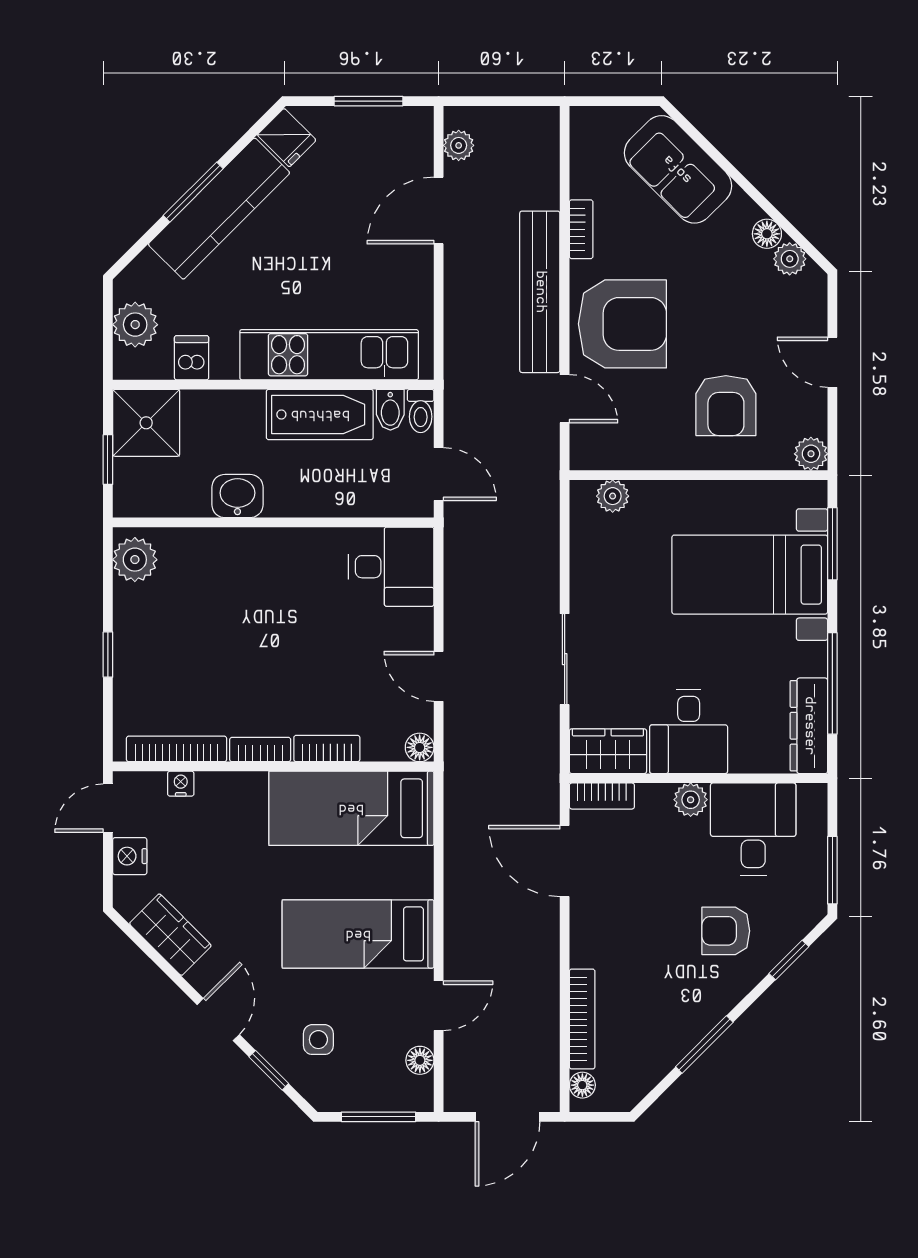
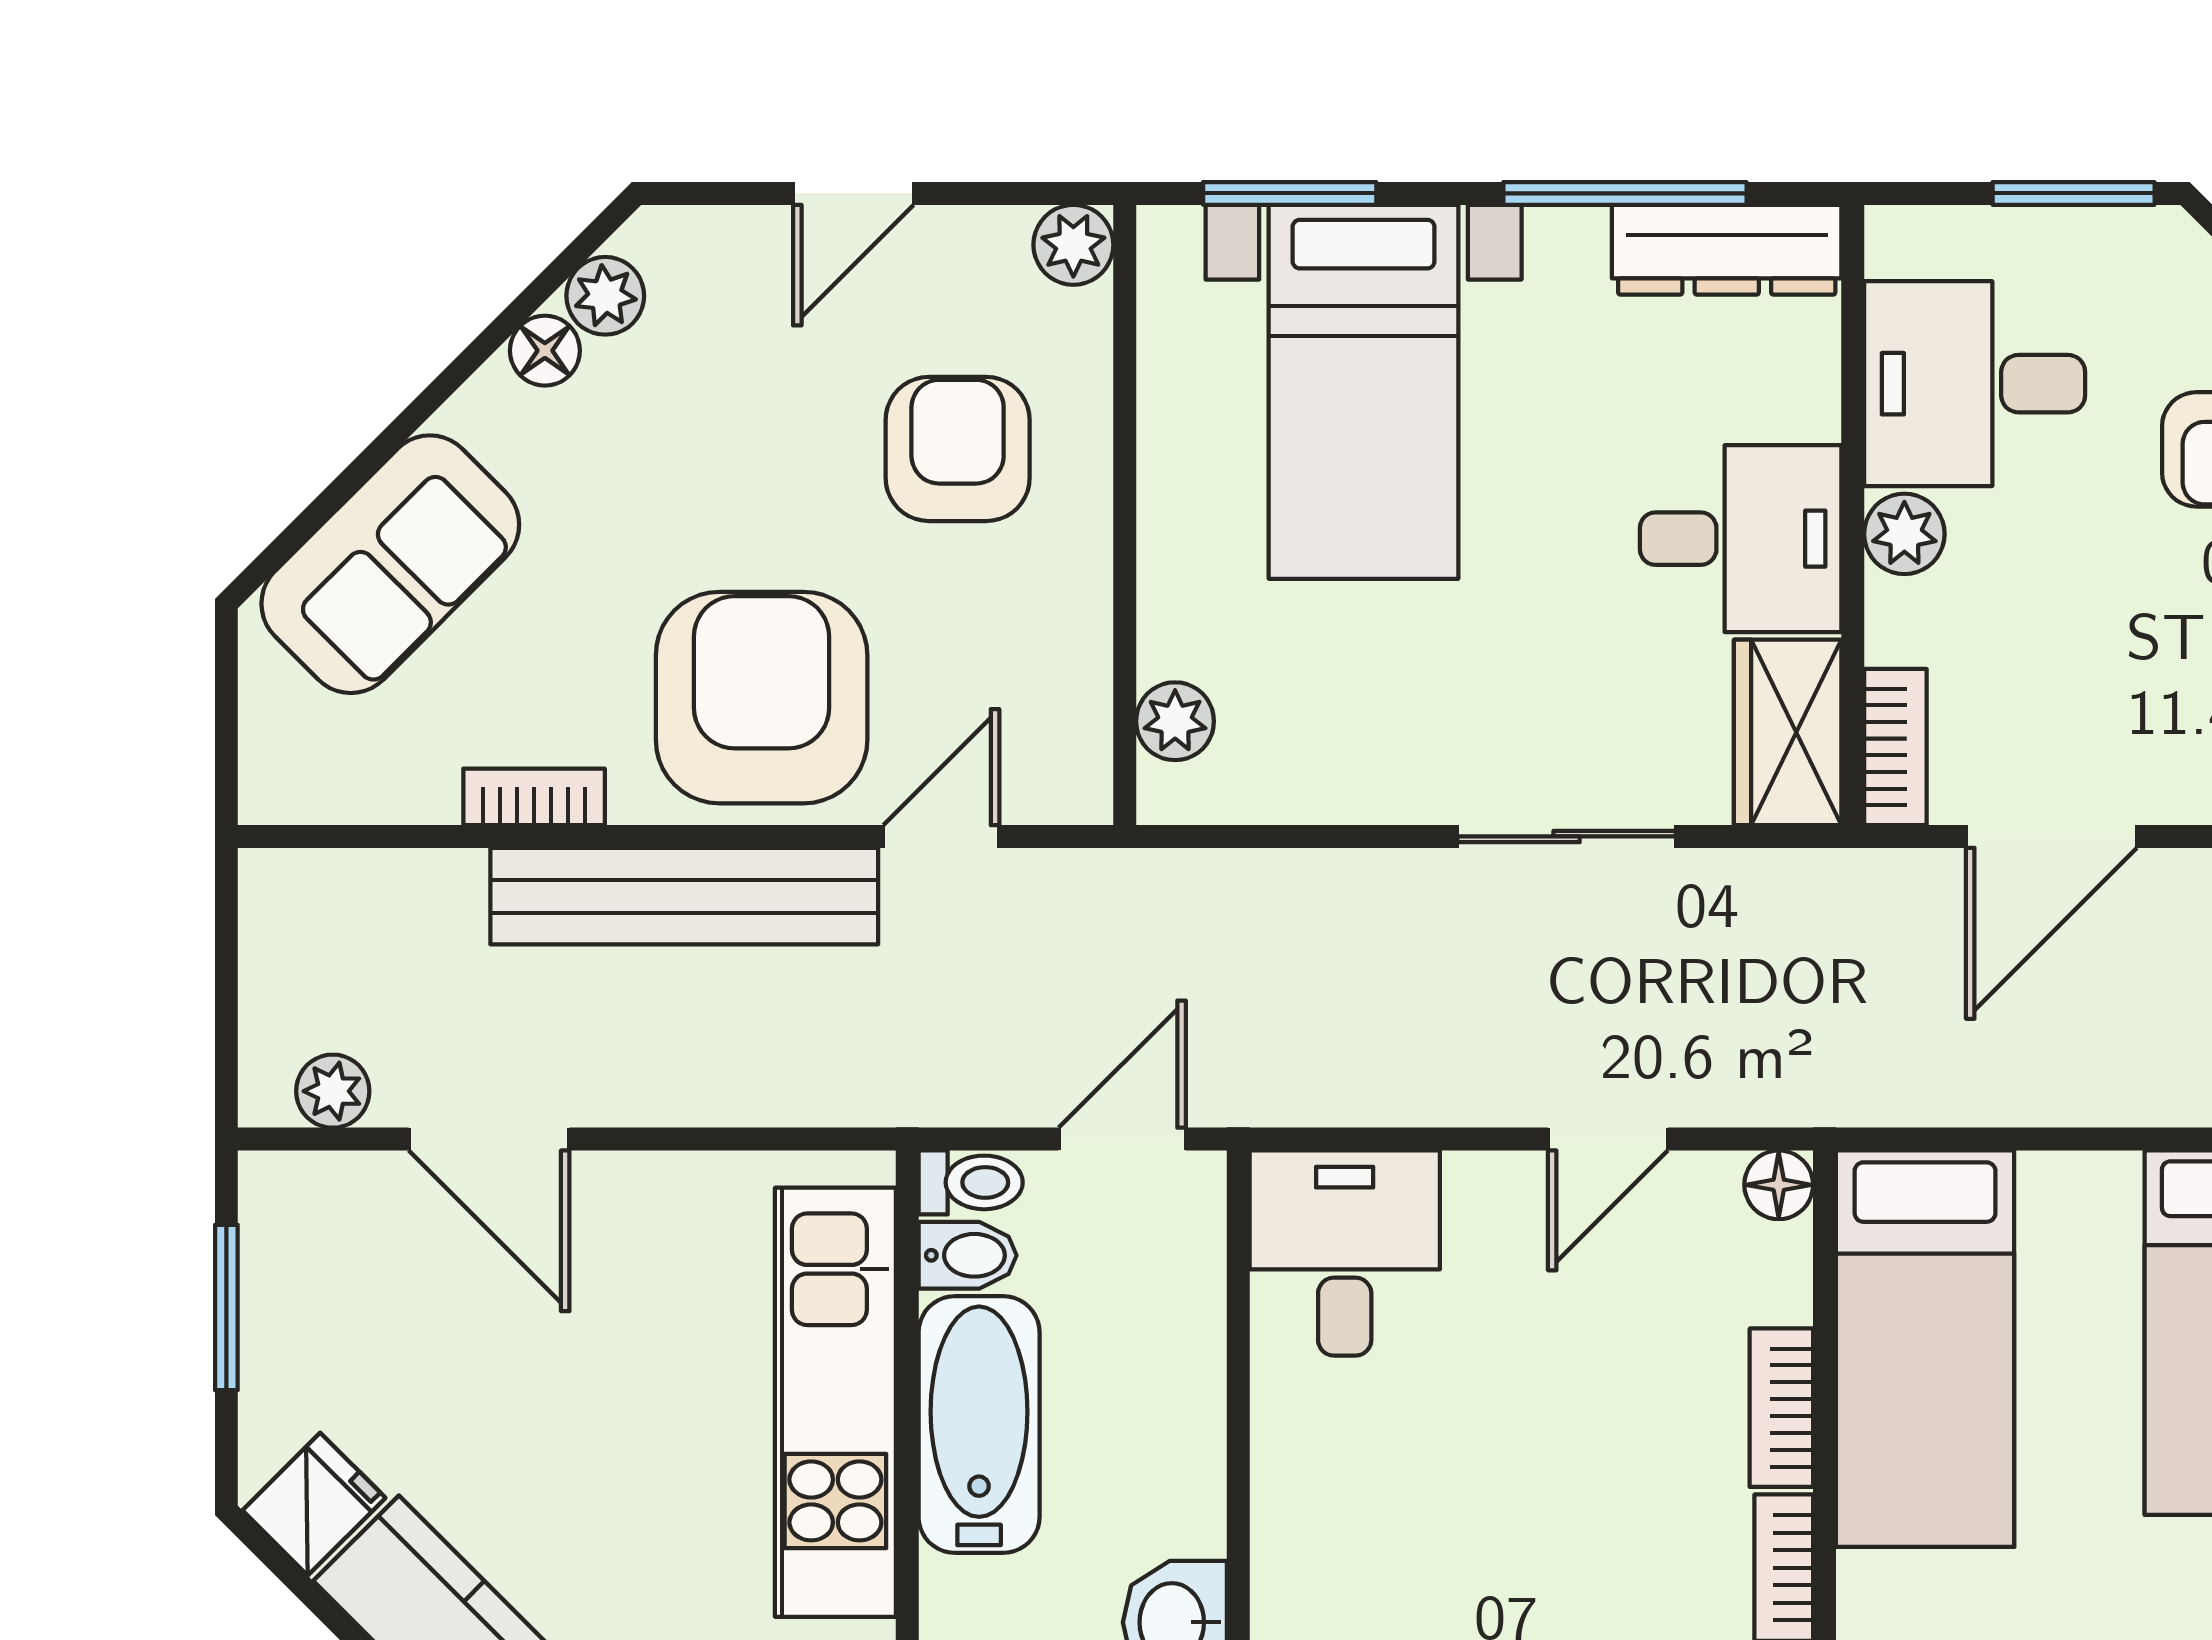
armchair: (726, 406) -> (958, 449), turned -90

